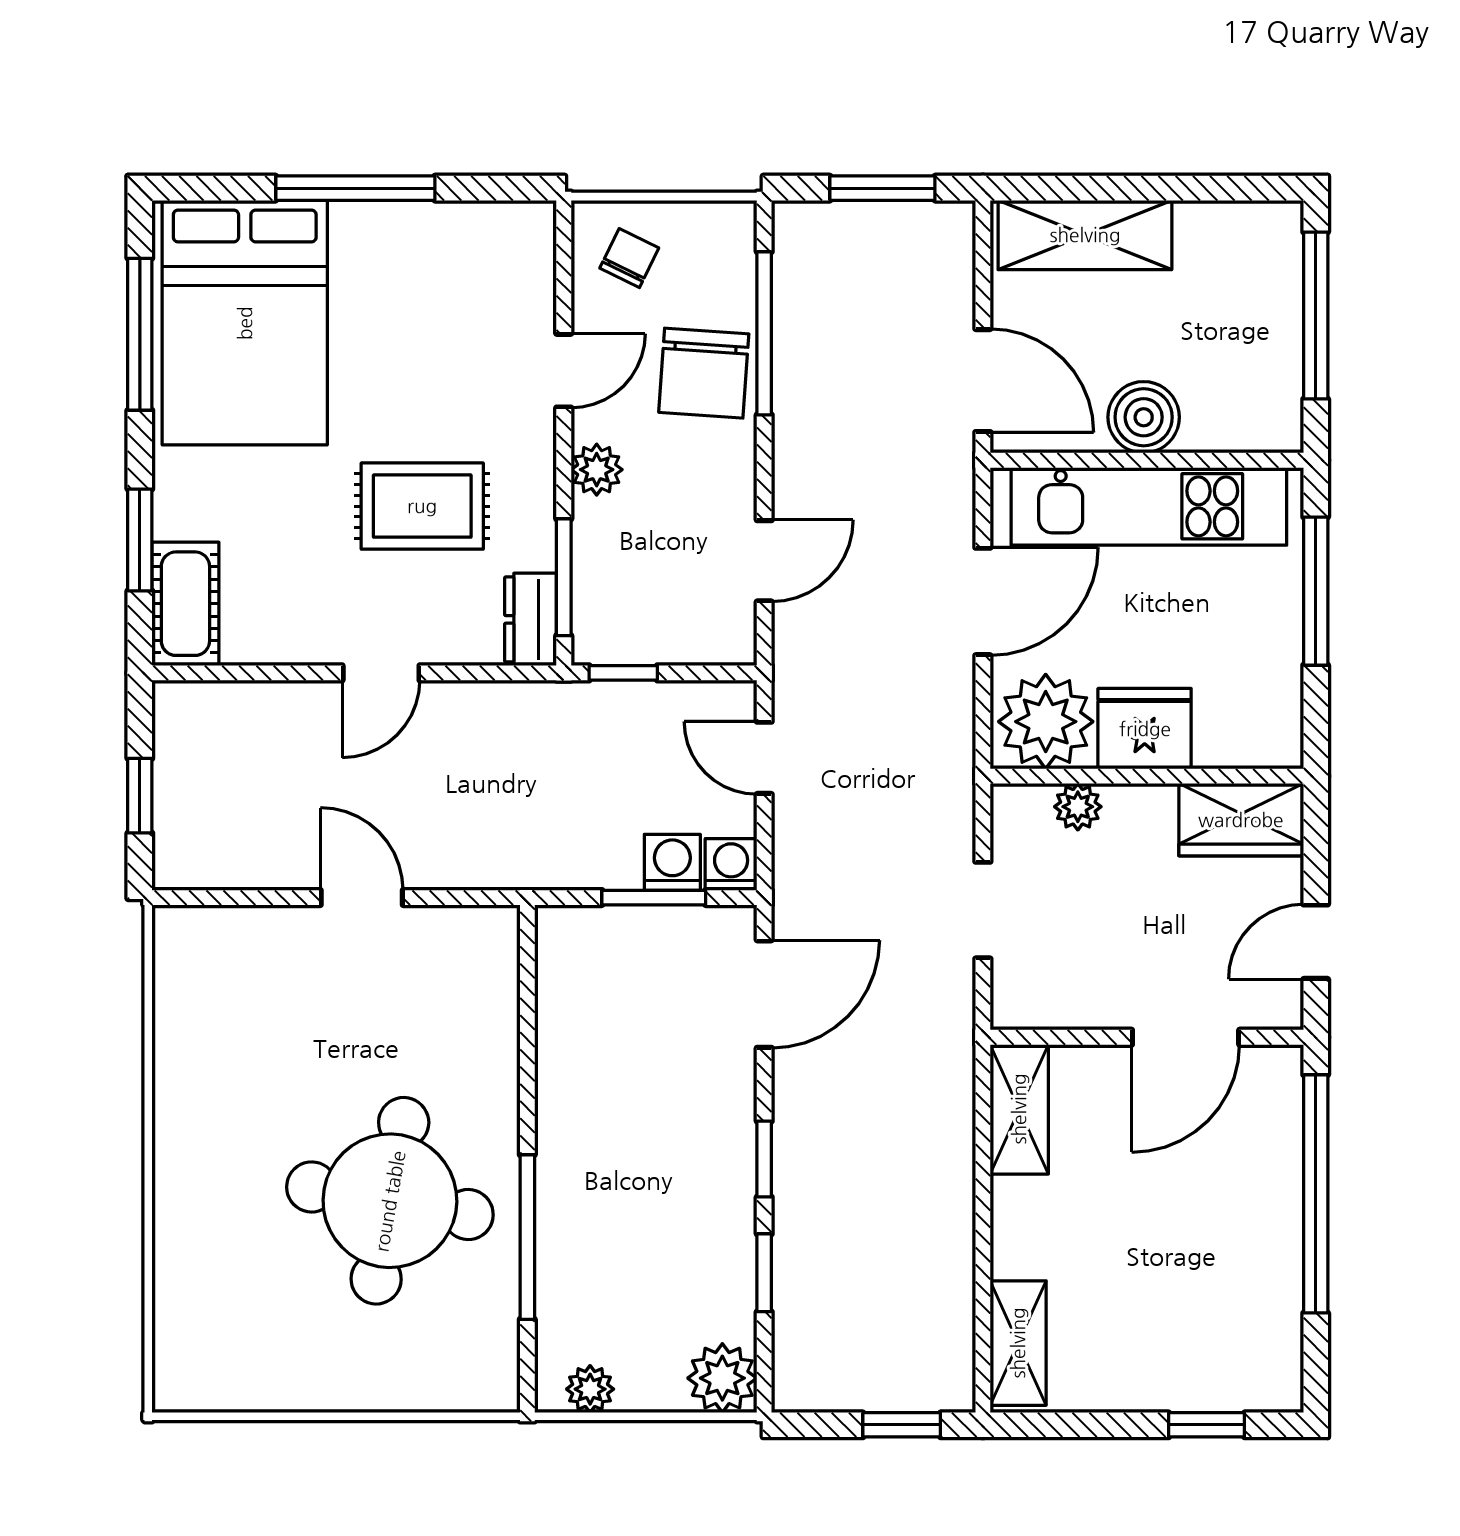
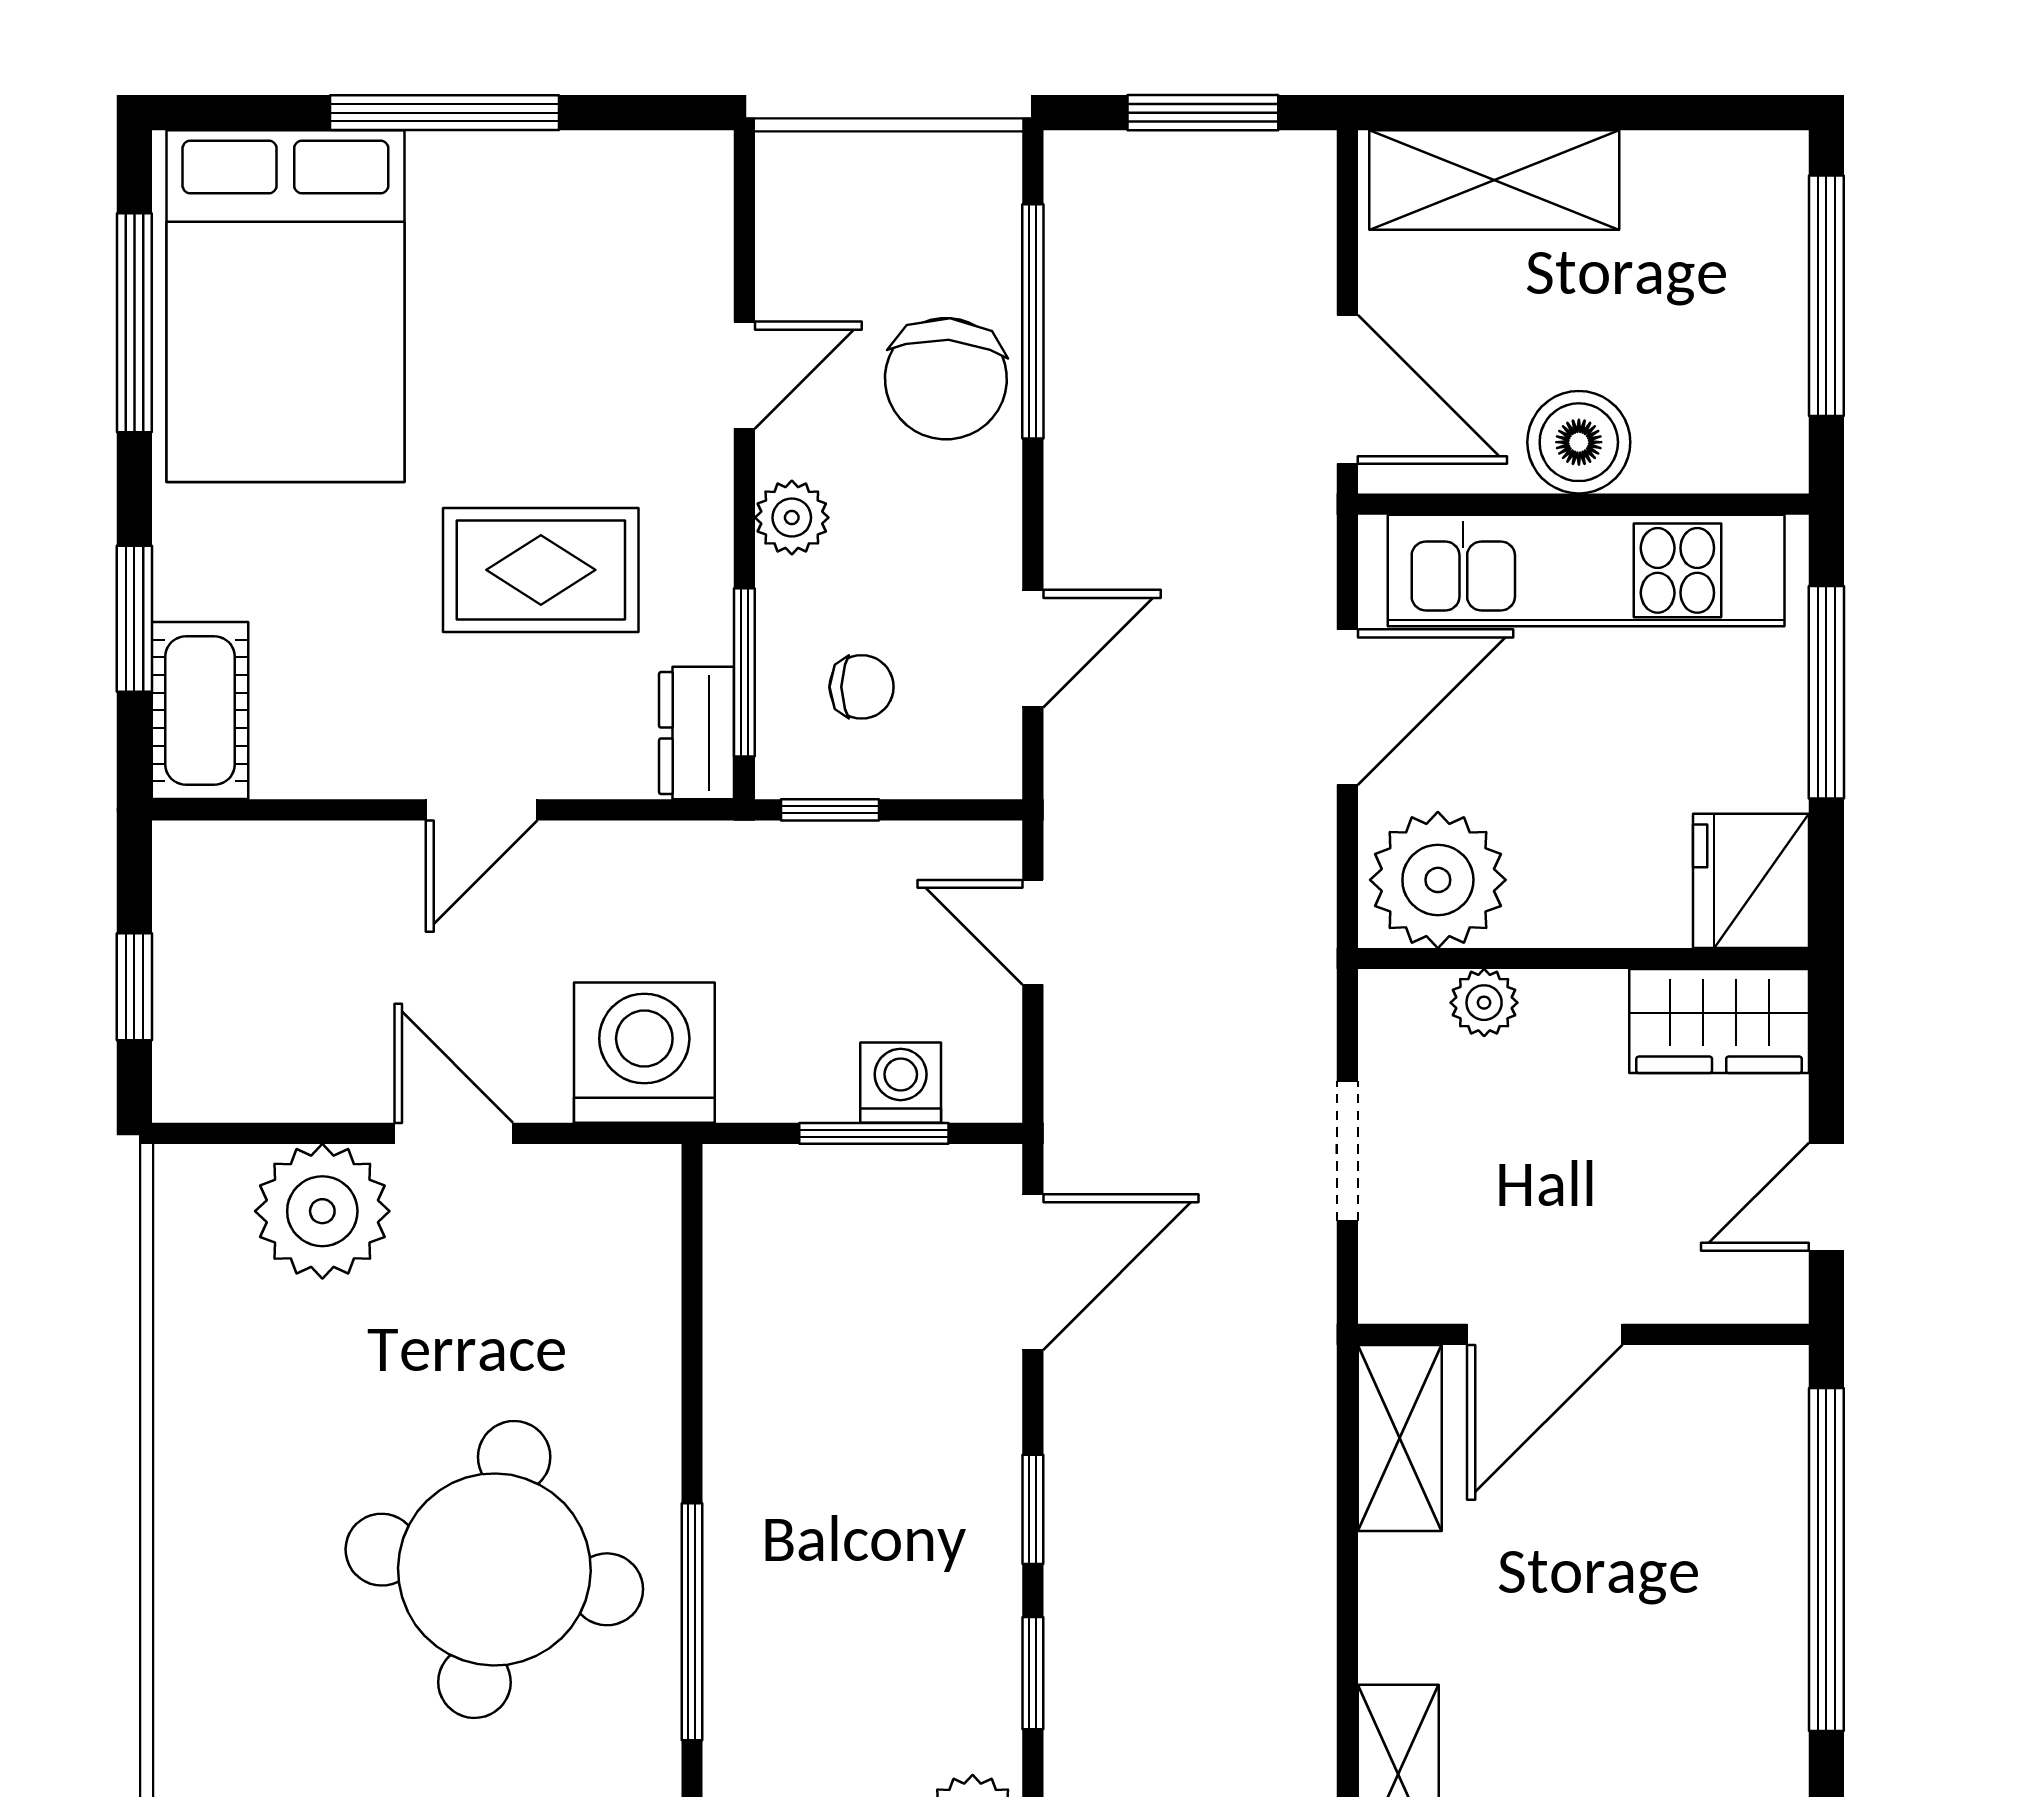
chair: (629, 258) -> (862, 687), moved, turned 64
fridge: (1145, 729) -> (1751, 881), moved, turned -90
washing machine: (731, 864) -> (644, 1053), moved, width x1.89, depth x1.89
plant: (270, 952) -> (322, 1211), added
door: (1186, 1037) -> (1545, 1334), moved

